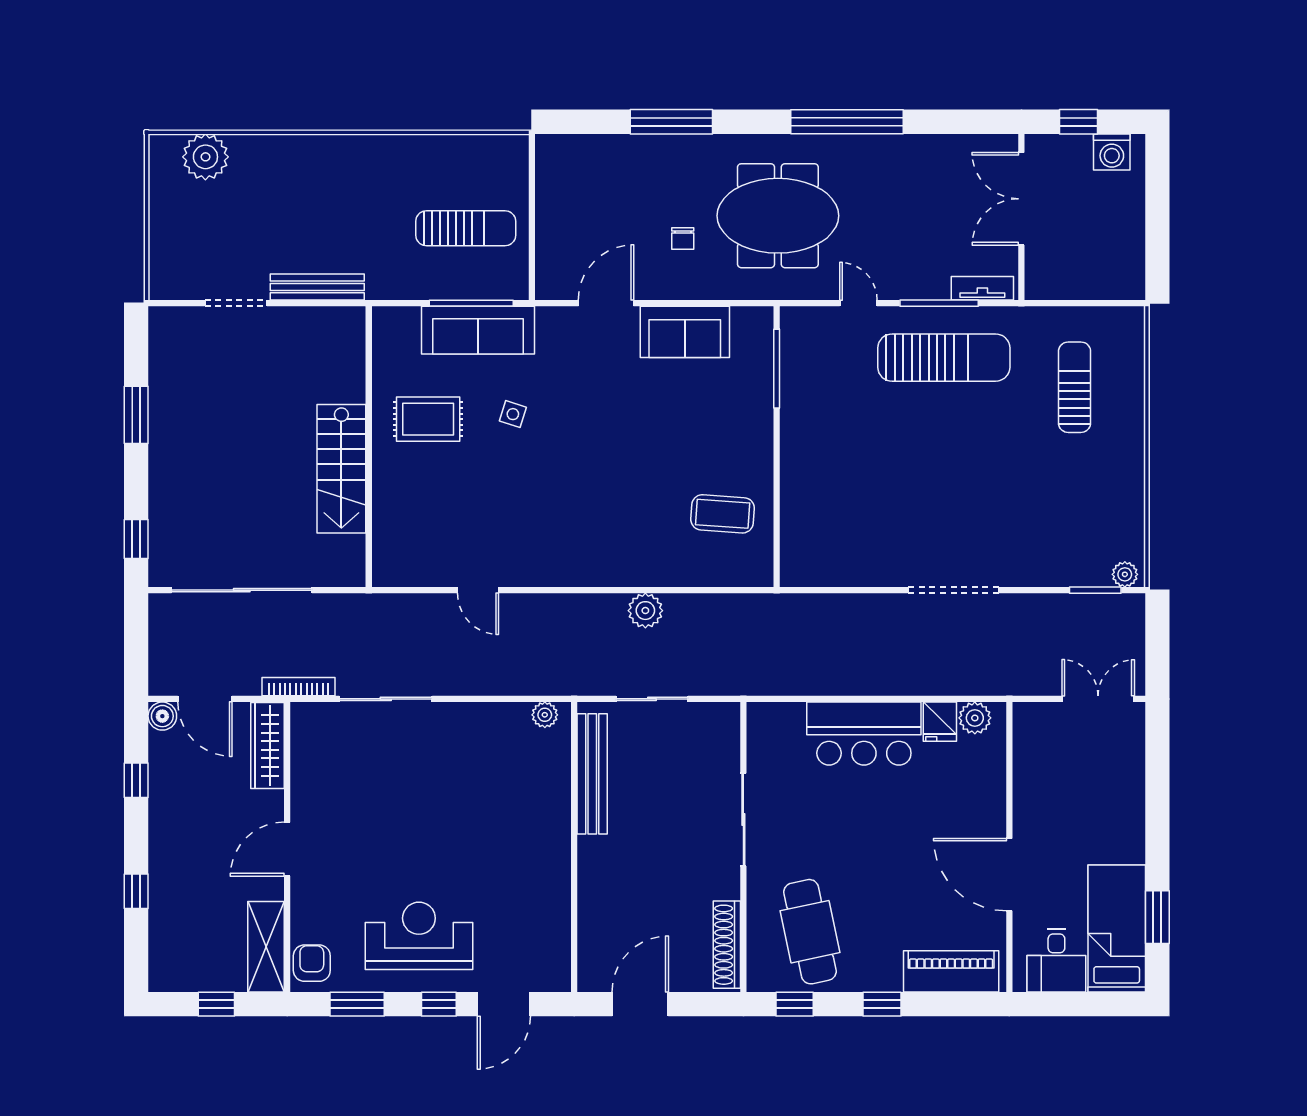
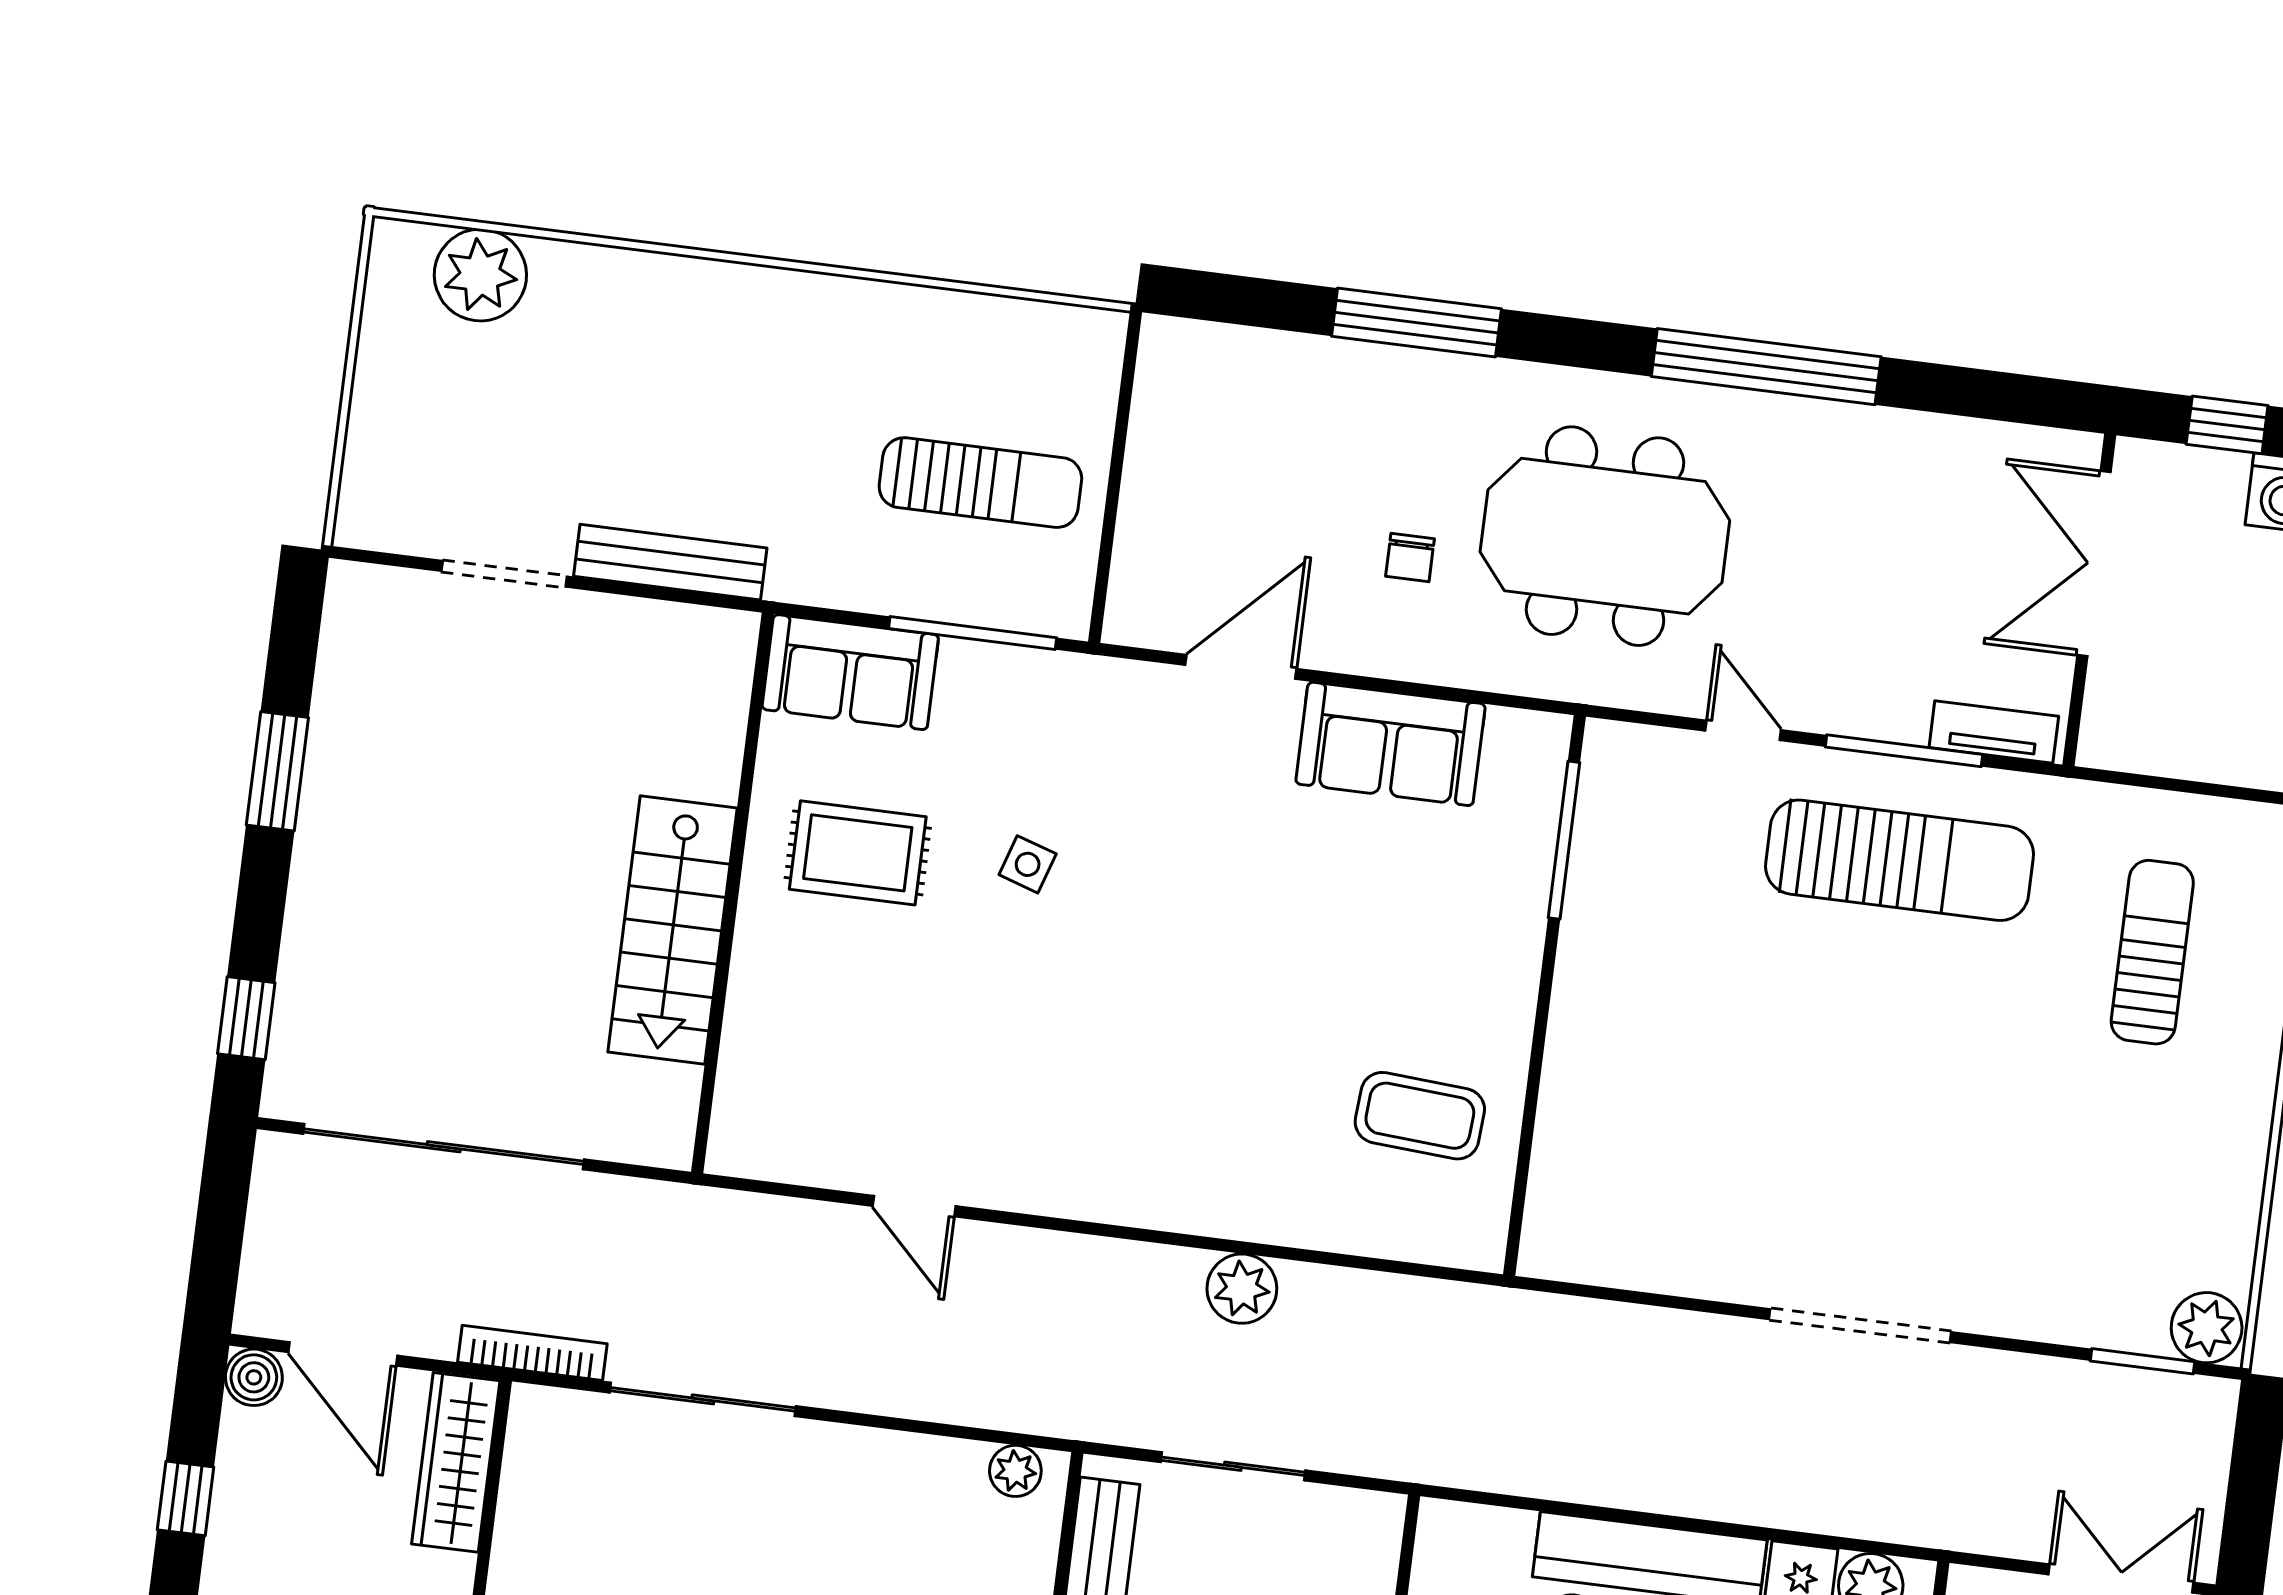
sofa: (478, 330) -> (850, 672), moved, width x0.73
plant: (1125, 574) -> (2207, 1328), width x1.38, depth x1.38

